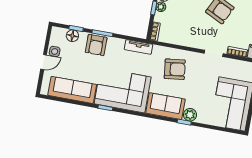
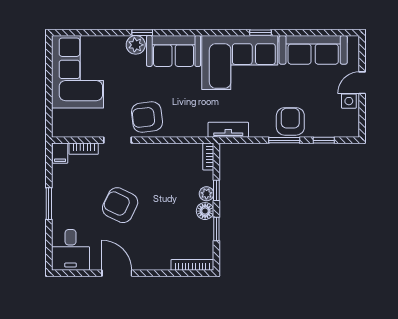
floor lamp: (72, 36) -> (327, 129), removed
armchair: (175, 69) -> (147, 117), moved

